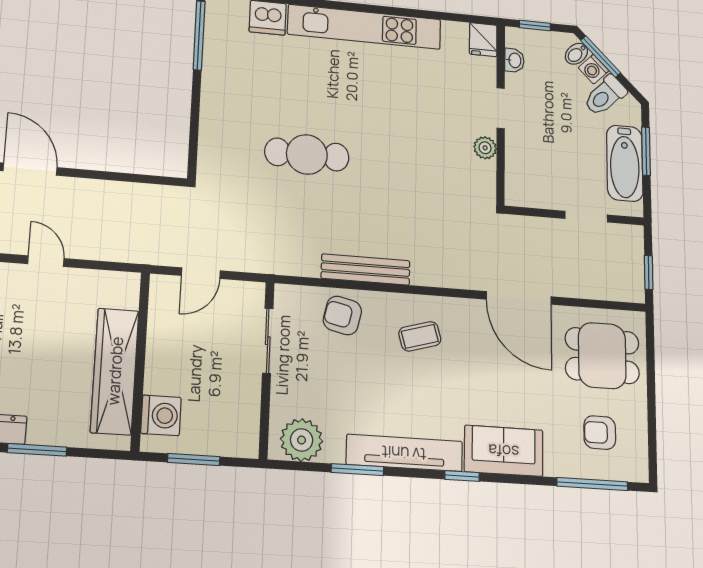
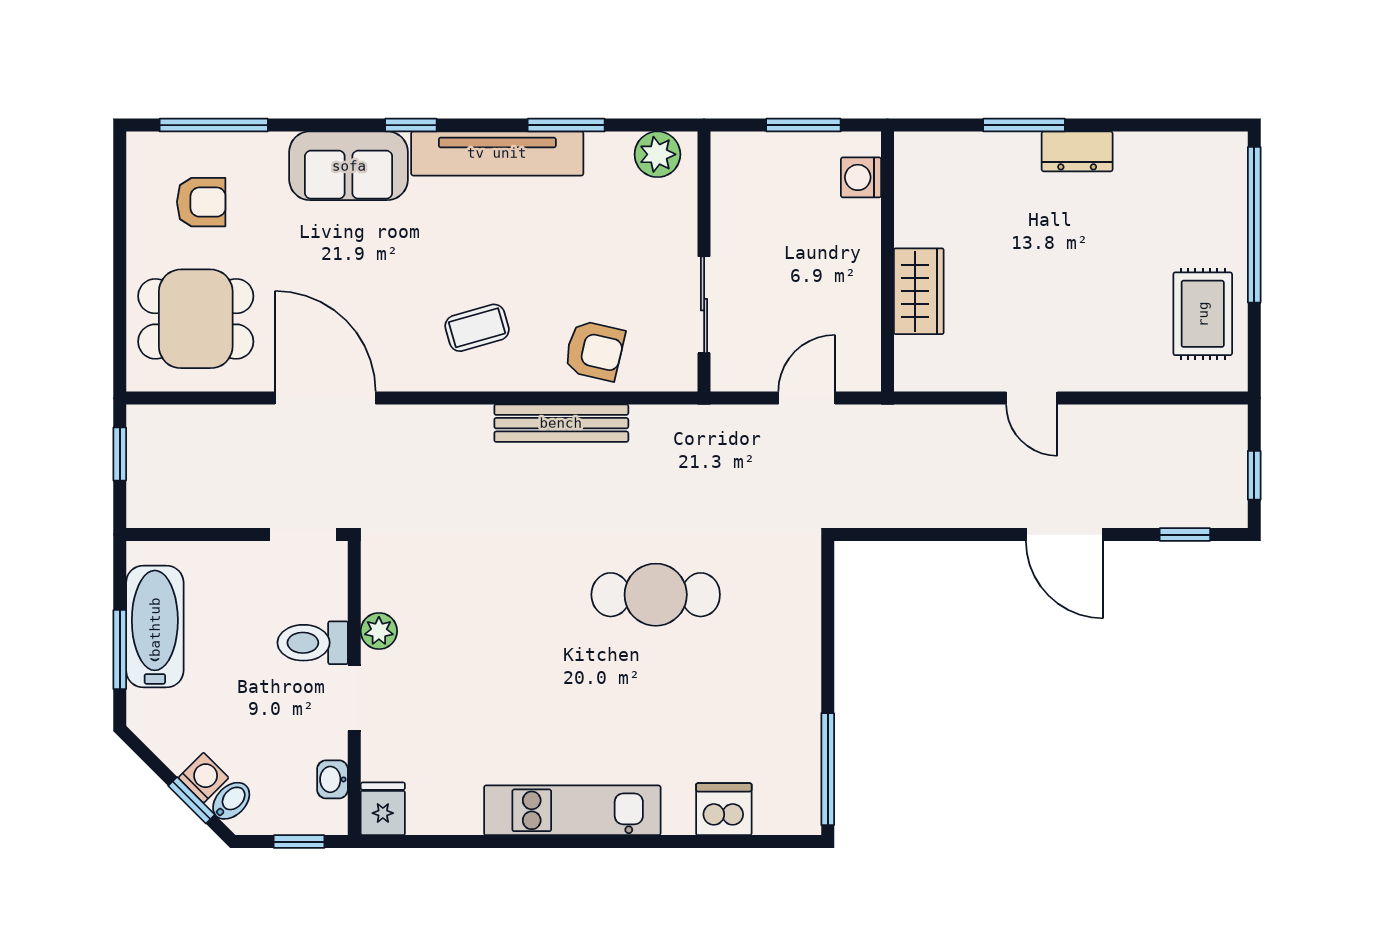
kitchen unit: (364, 27) -> (572, 810), width x0.73
window: (601, 56) -> (192, 800), width x0.67
toilet: (605, 96) -> (313, 643), moved, turned -135
doorway: (586, 217) -> (303, 535), moved
wardrobe: (115, 371) -> (919, 291), width x0.48, depth x0.85
washing machine: (161, 415) -> (861, 177), width x0.73, depth x0.73
plant: (302, 440) -> (657, 154), width x0.73, depth x0.73

